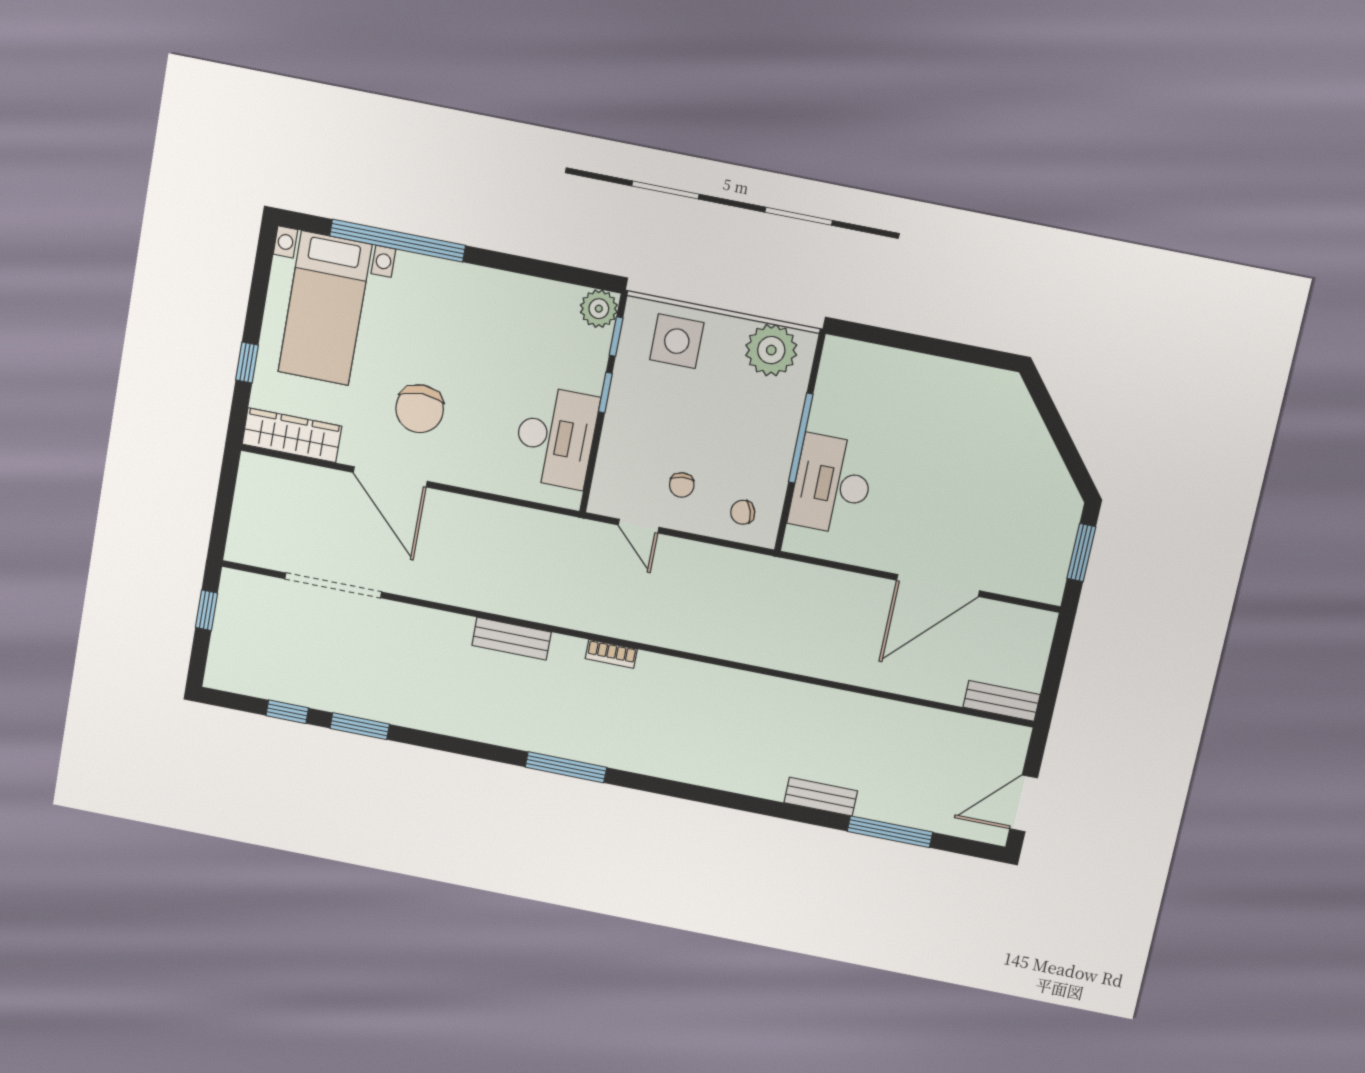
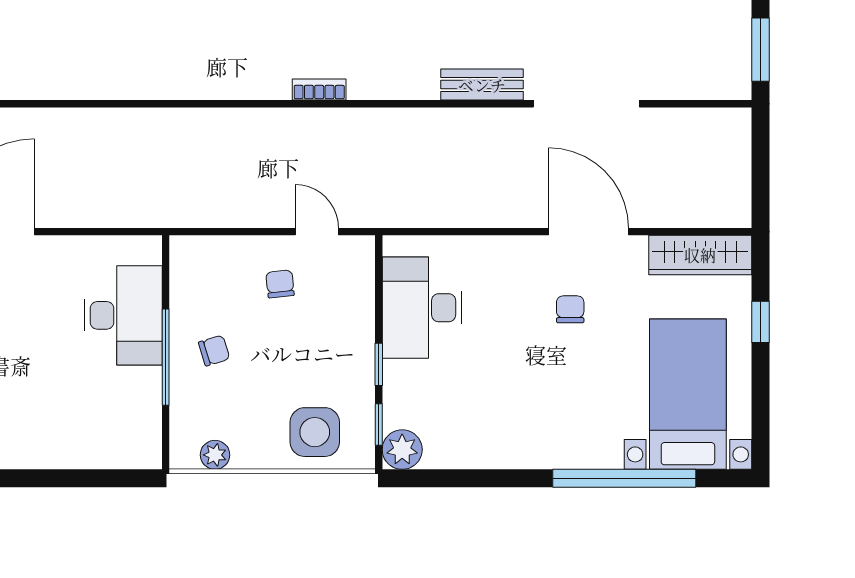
plant: (771, 350) -> (215, 455), width x0.53, depth x0.53
chair: (420, 409) -> (570, 309), width x0.54, depth x0.54
chair: (743, 512) -> (214, 351), moved
doorway: (333, 585) -> (586, 104), moved
window: (206, 610) -> (760, 50), width x1.50
bench: (512, 639) -> (482, 85), moved

